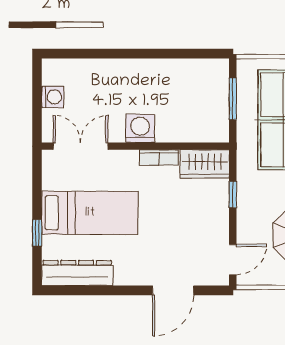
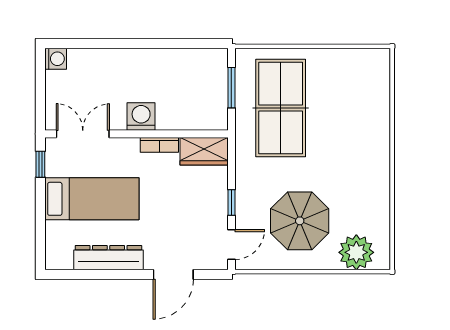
washing machine: (53, 97) -> (56, 59), moved
window: (233, 195) -> (231, 202), moved
window: (37, 233) -> (40, 164), moved
dresser: (77, 273) -> (108, 258), moved

